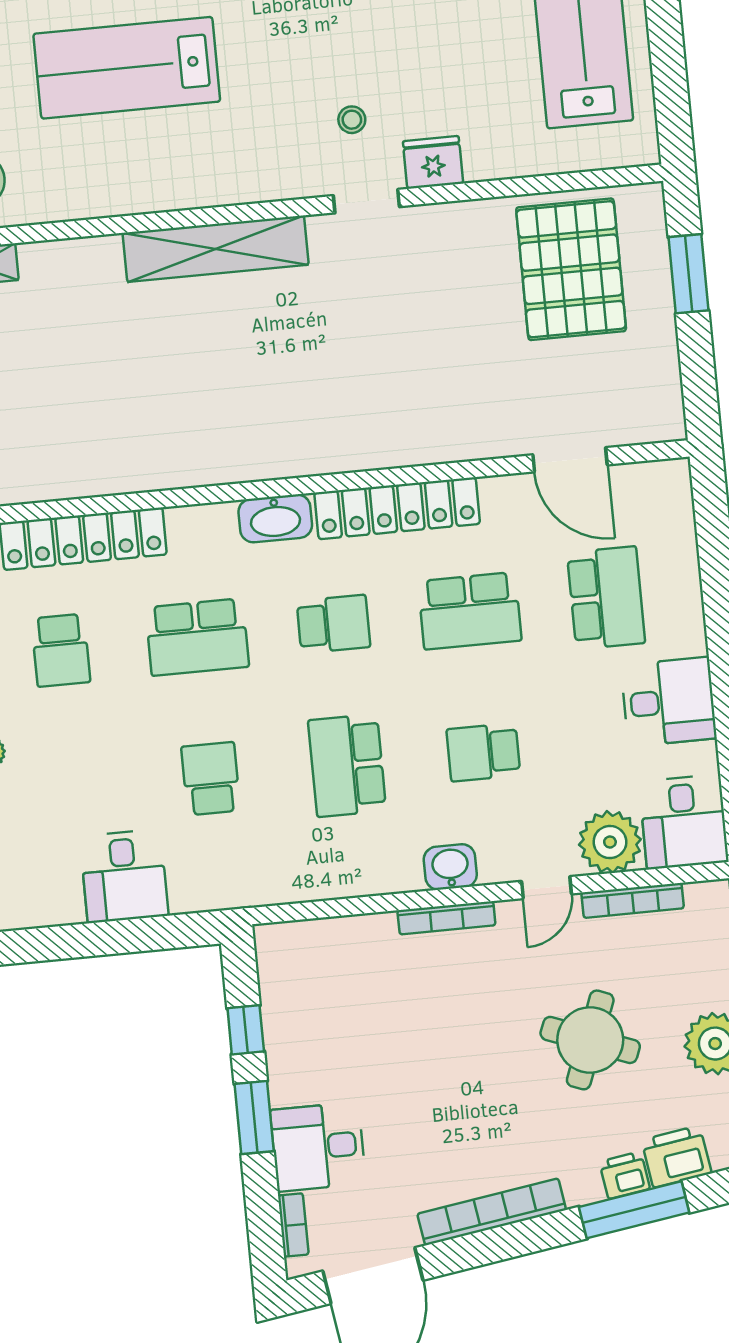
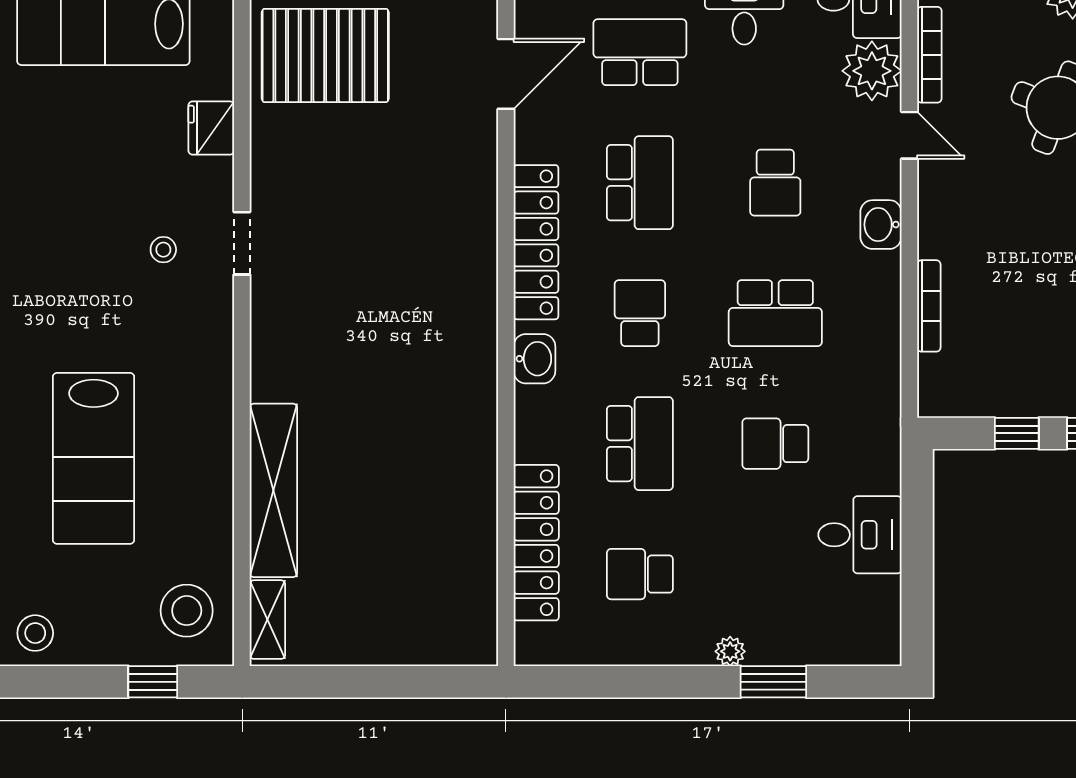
fridge: (433, 162) -> (211, 128), moved
shelving: (216, 249) -> (273, 490), moved
washbasin: (275, 518) -> (534, 359), width x0.72
school desk: (61, 650) -> (640, 574), turned 180
bookcase: (446, 918) -> (929, 306), moved

